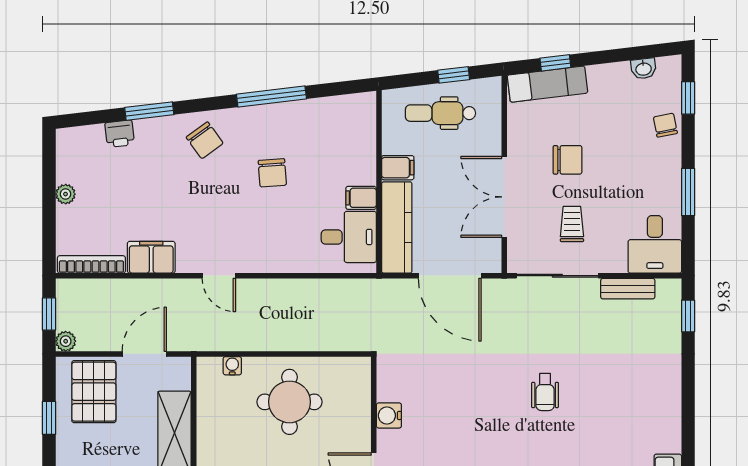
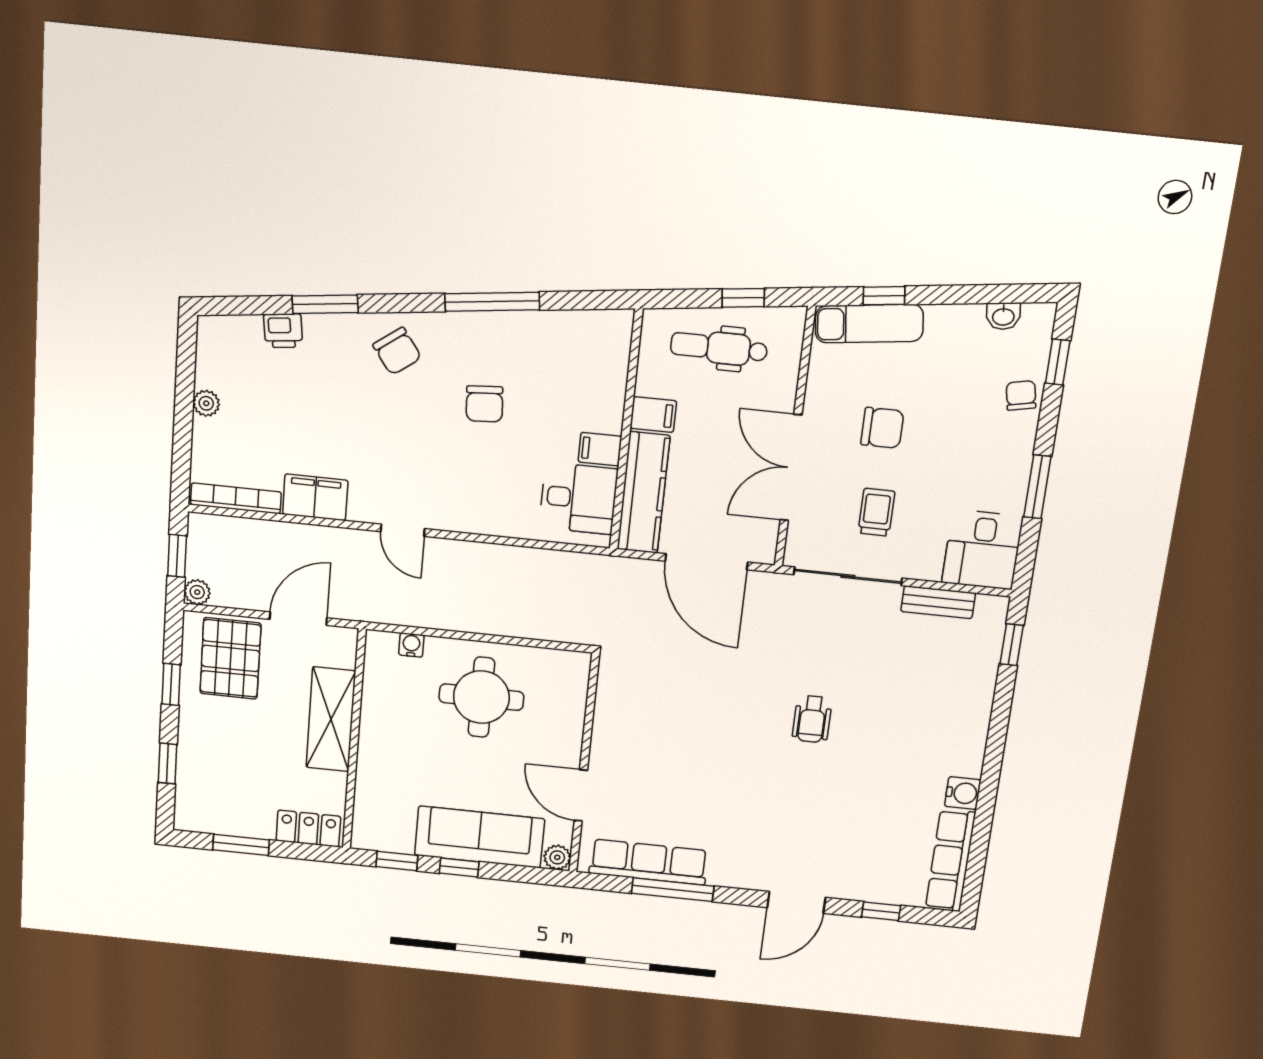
water cooler: (389, 415) -> (963, 793), moved, turned 180

